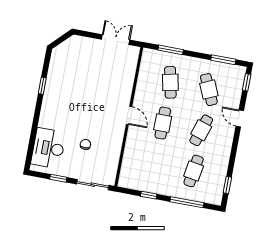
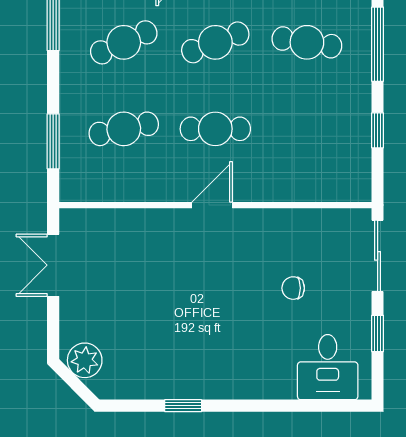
plant: (71, 46) -> (85, 360), added
cafe table: (201, 130) -> (215, 42), turned -39
desk: (48, 148) -> (328, 367), width x0.73

